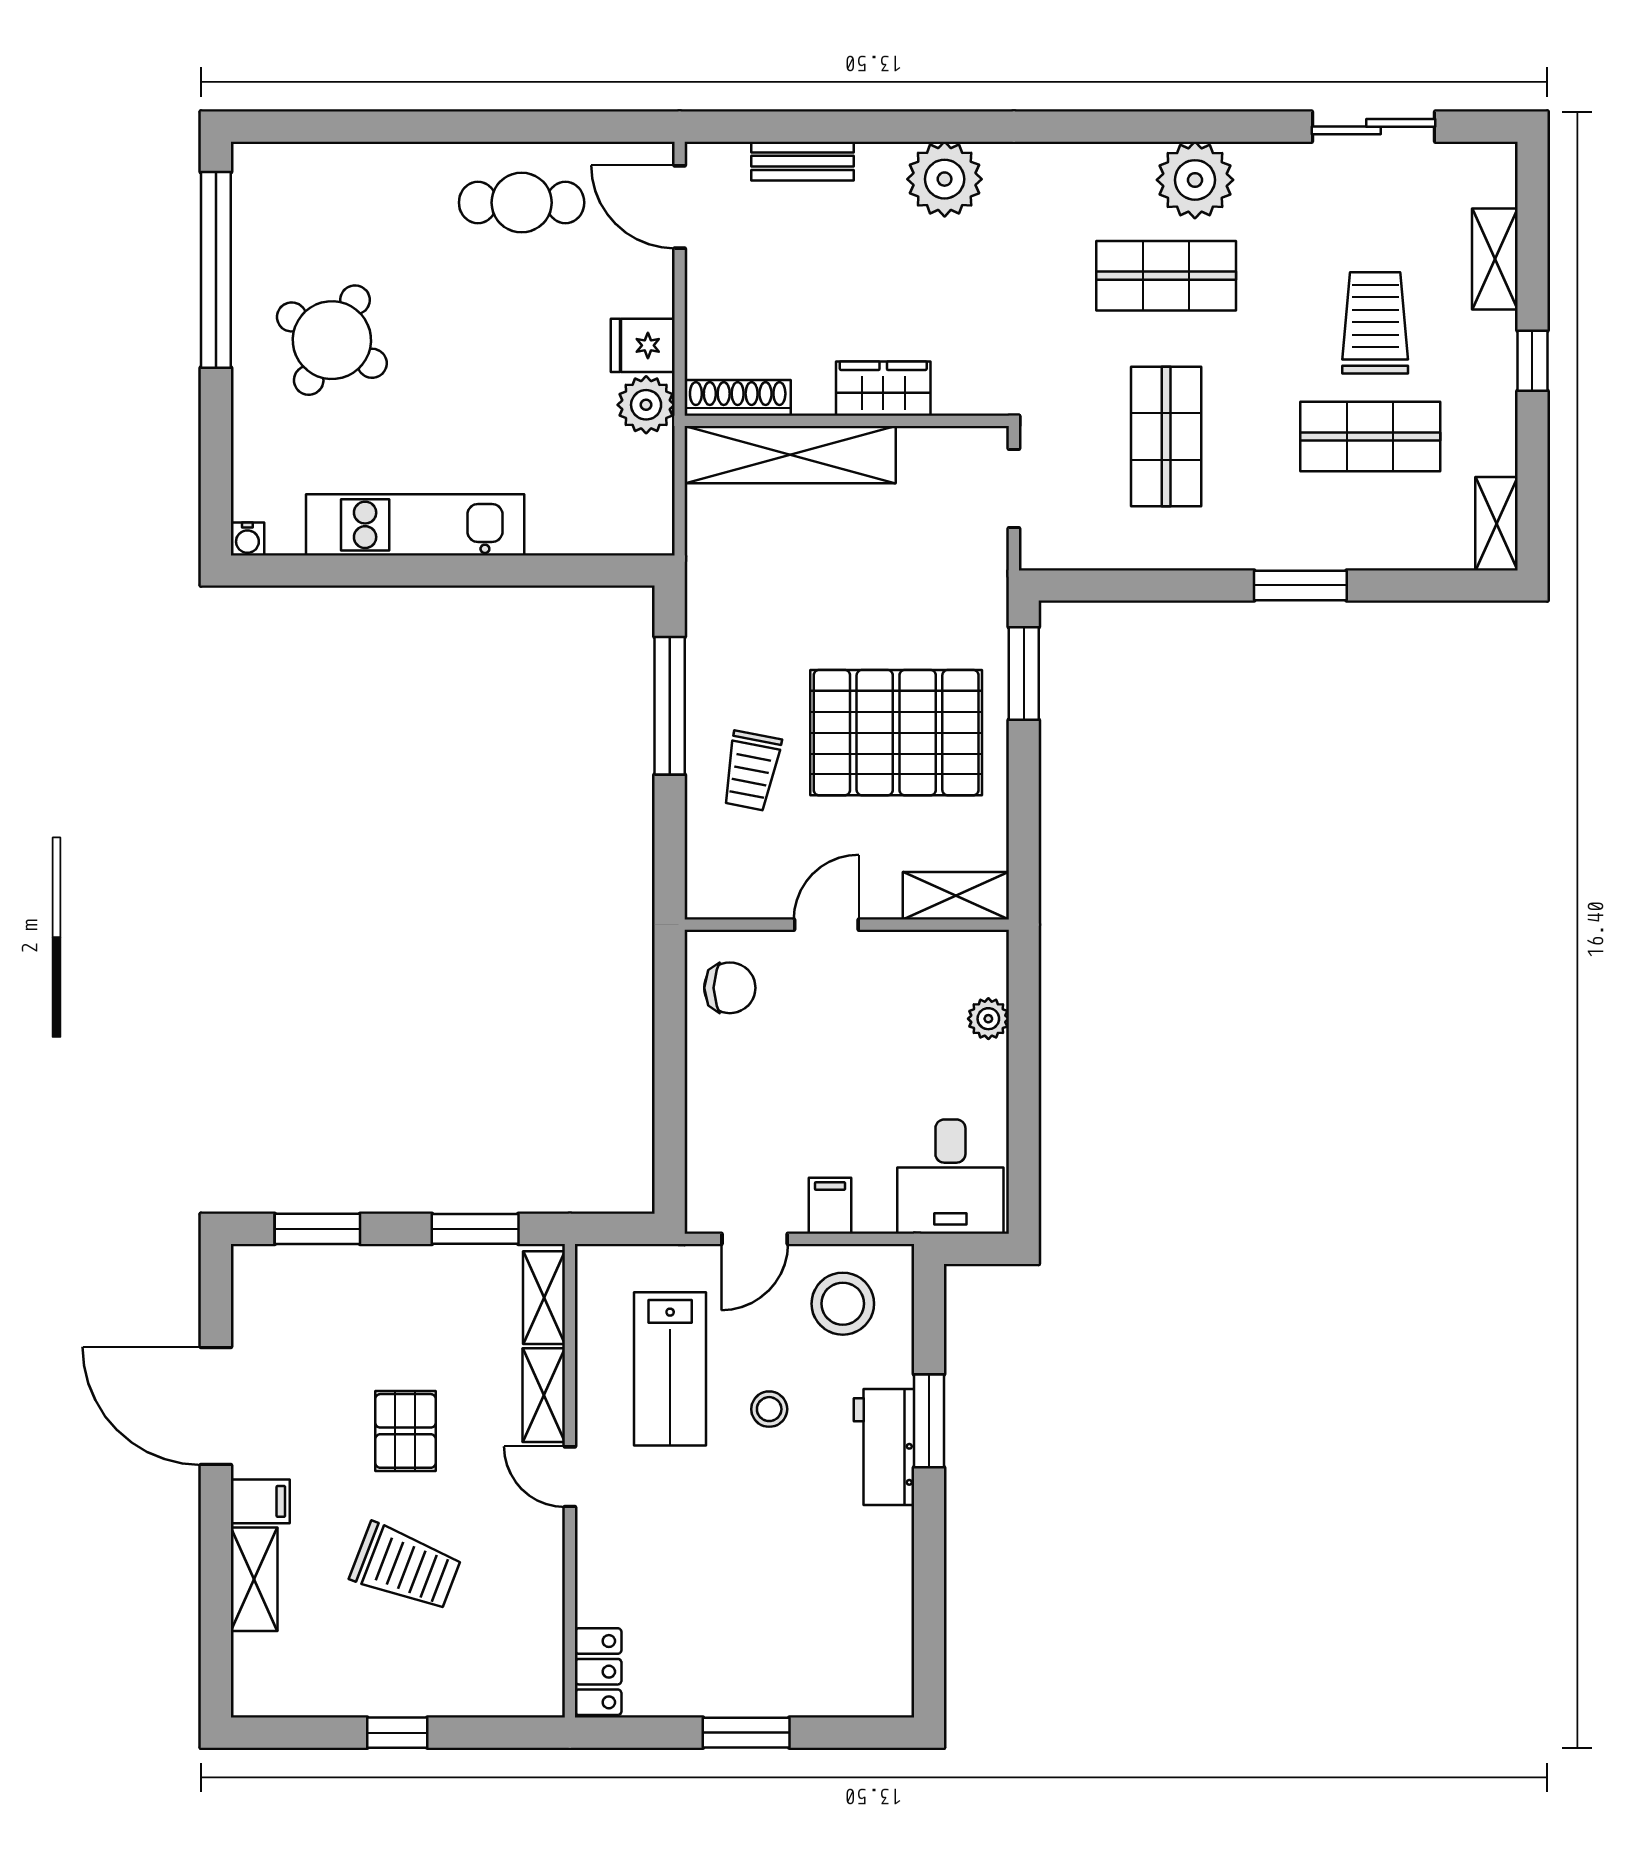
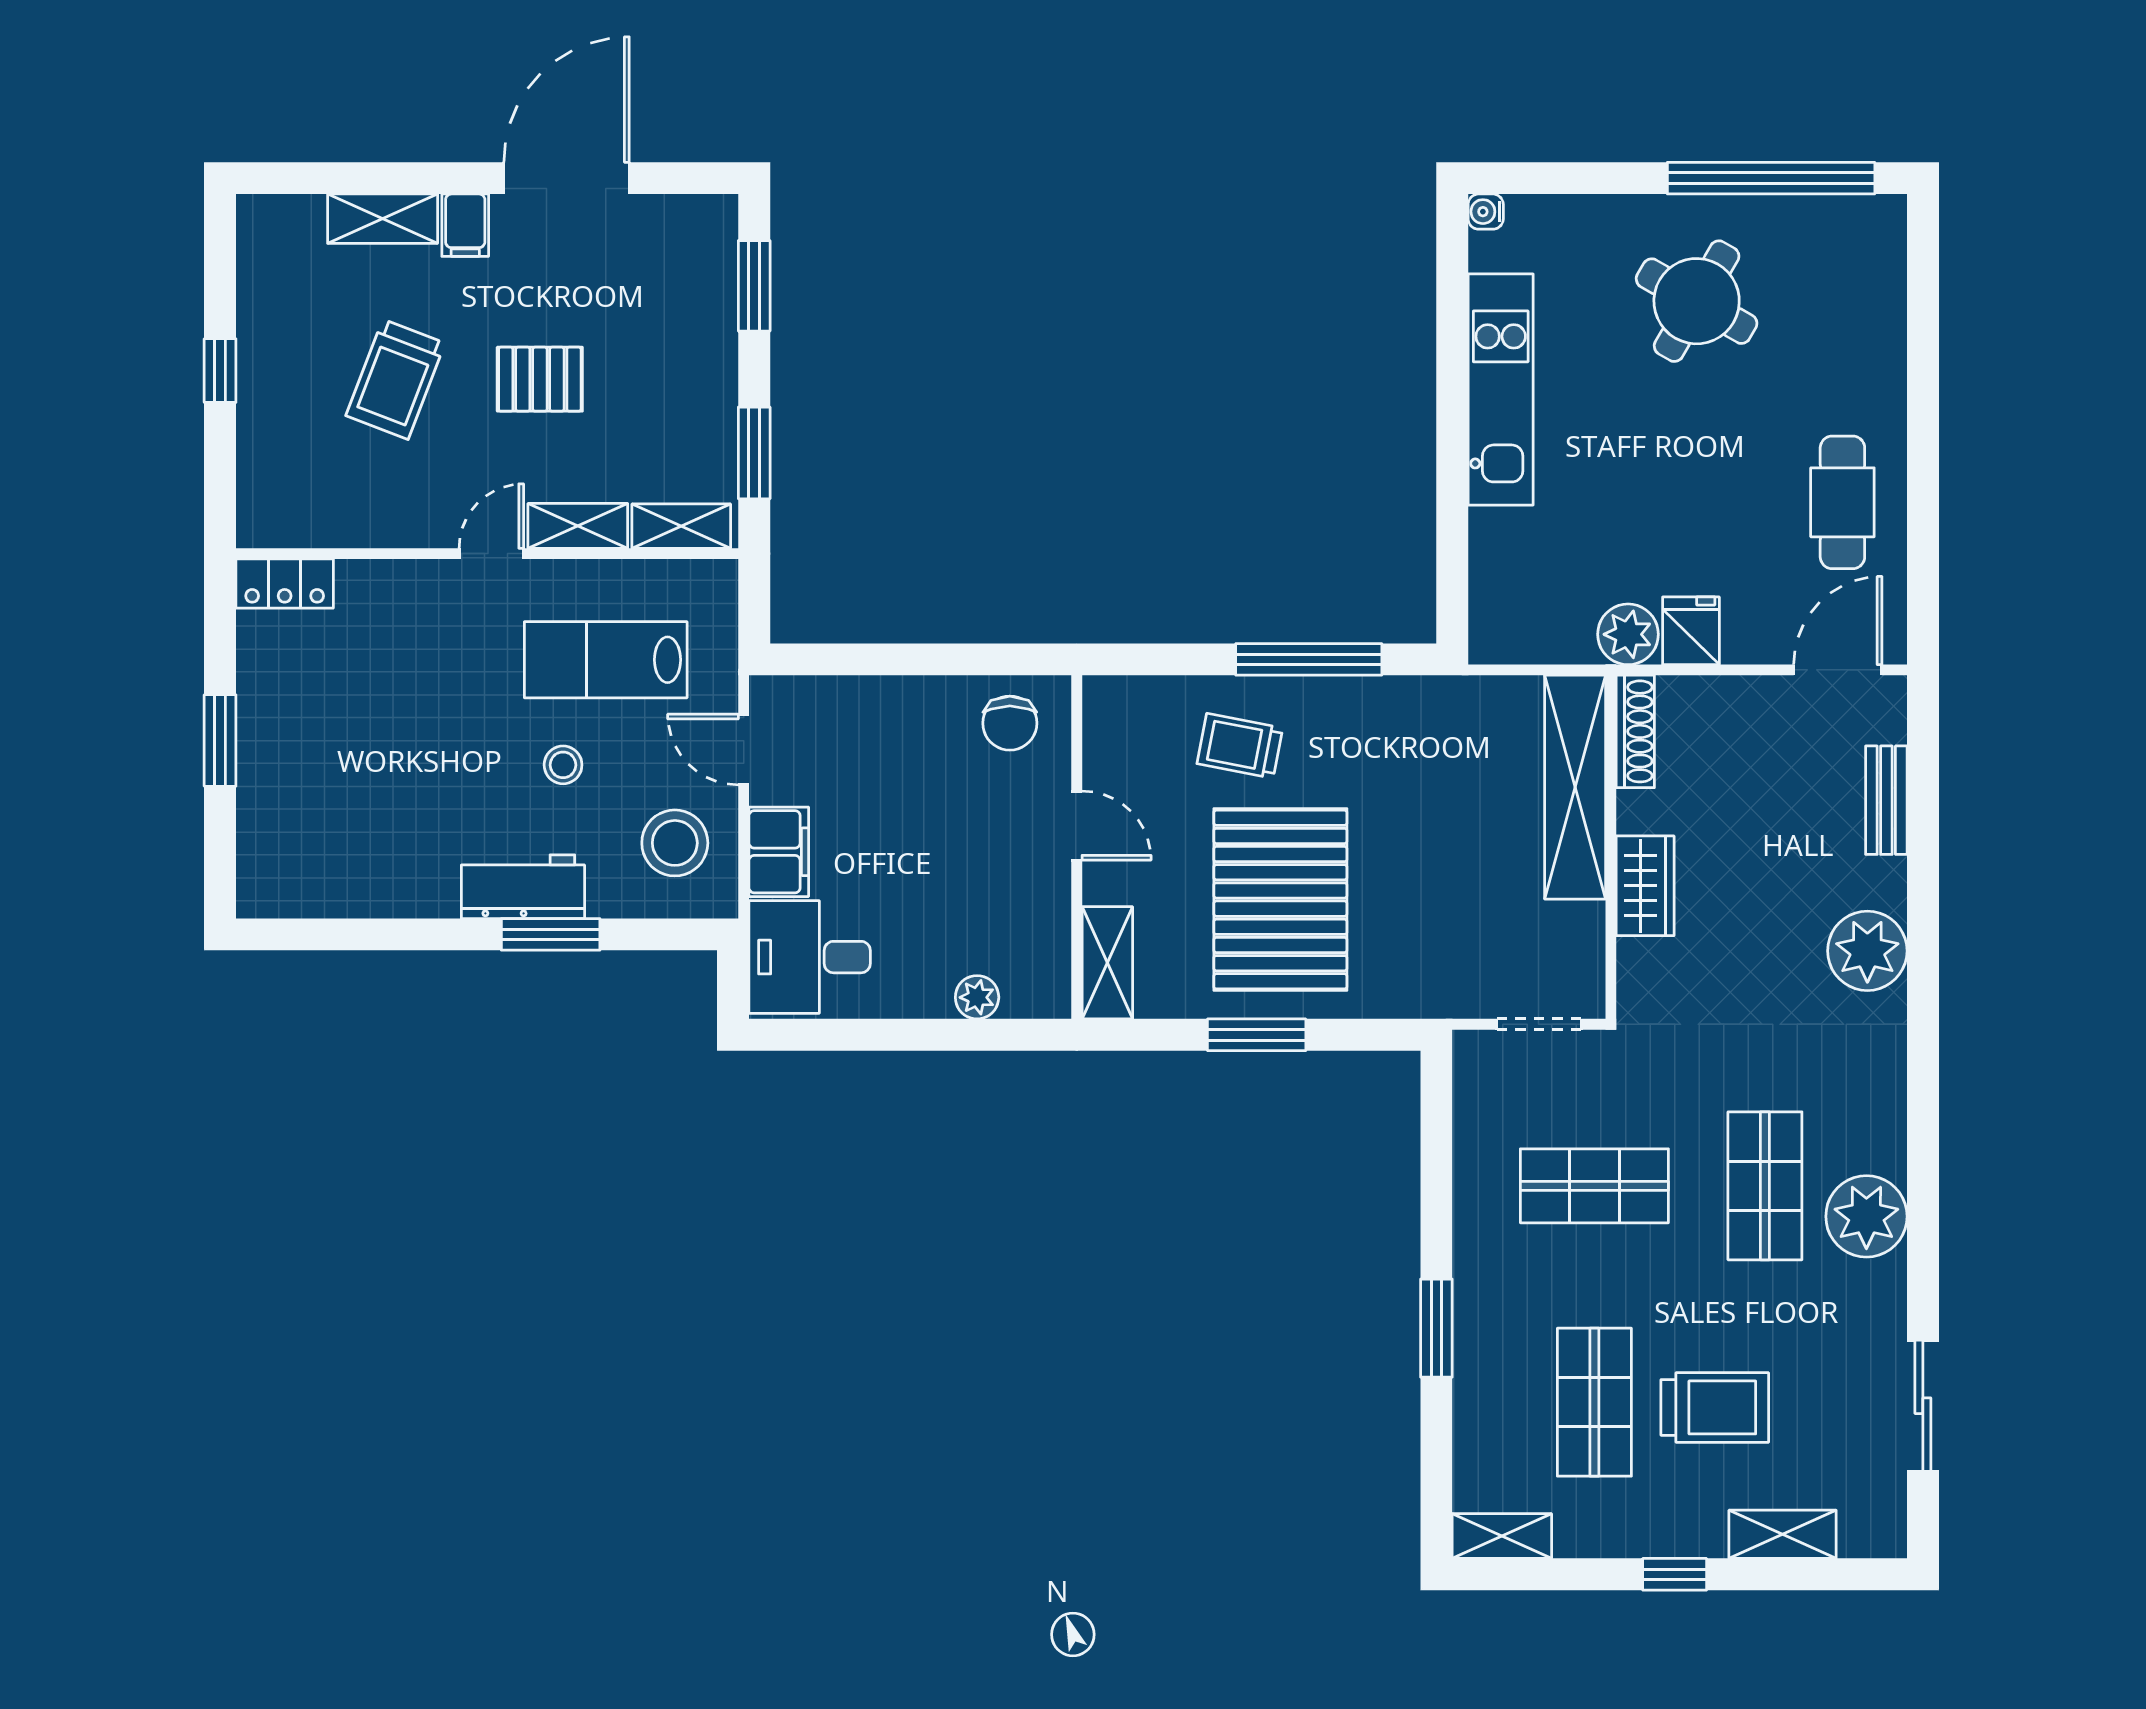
window: (1024, 674) -> (1257, 1035), moved
filing cabinet: (830, 1206) -> (779, 852), width x2.00

